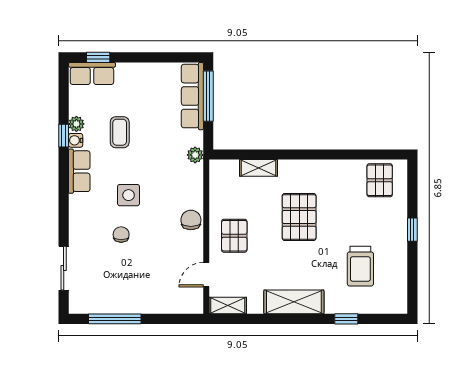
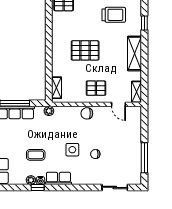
shelving: (259, 168) -> (56, 88), moved

